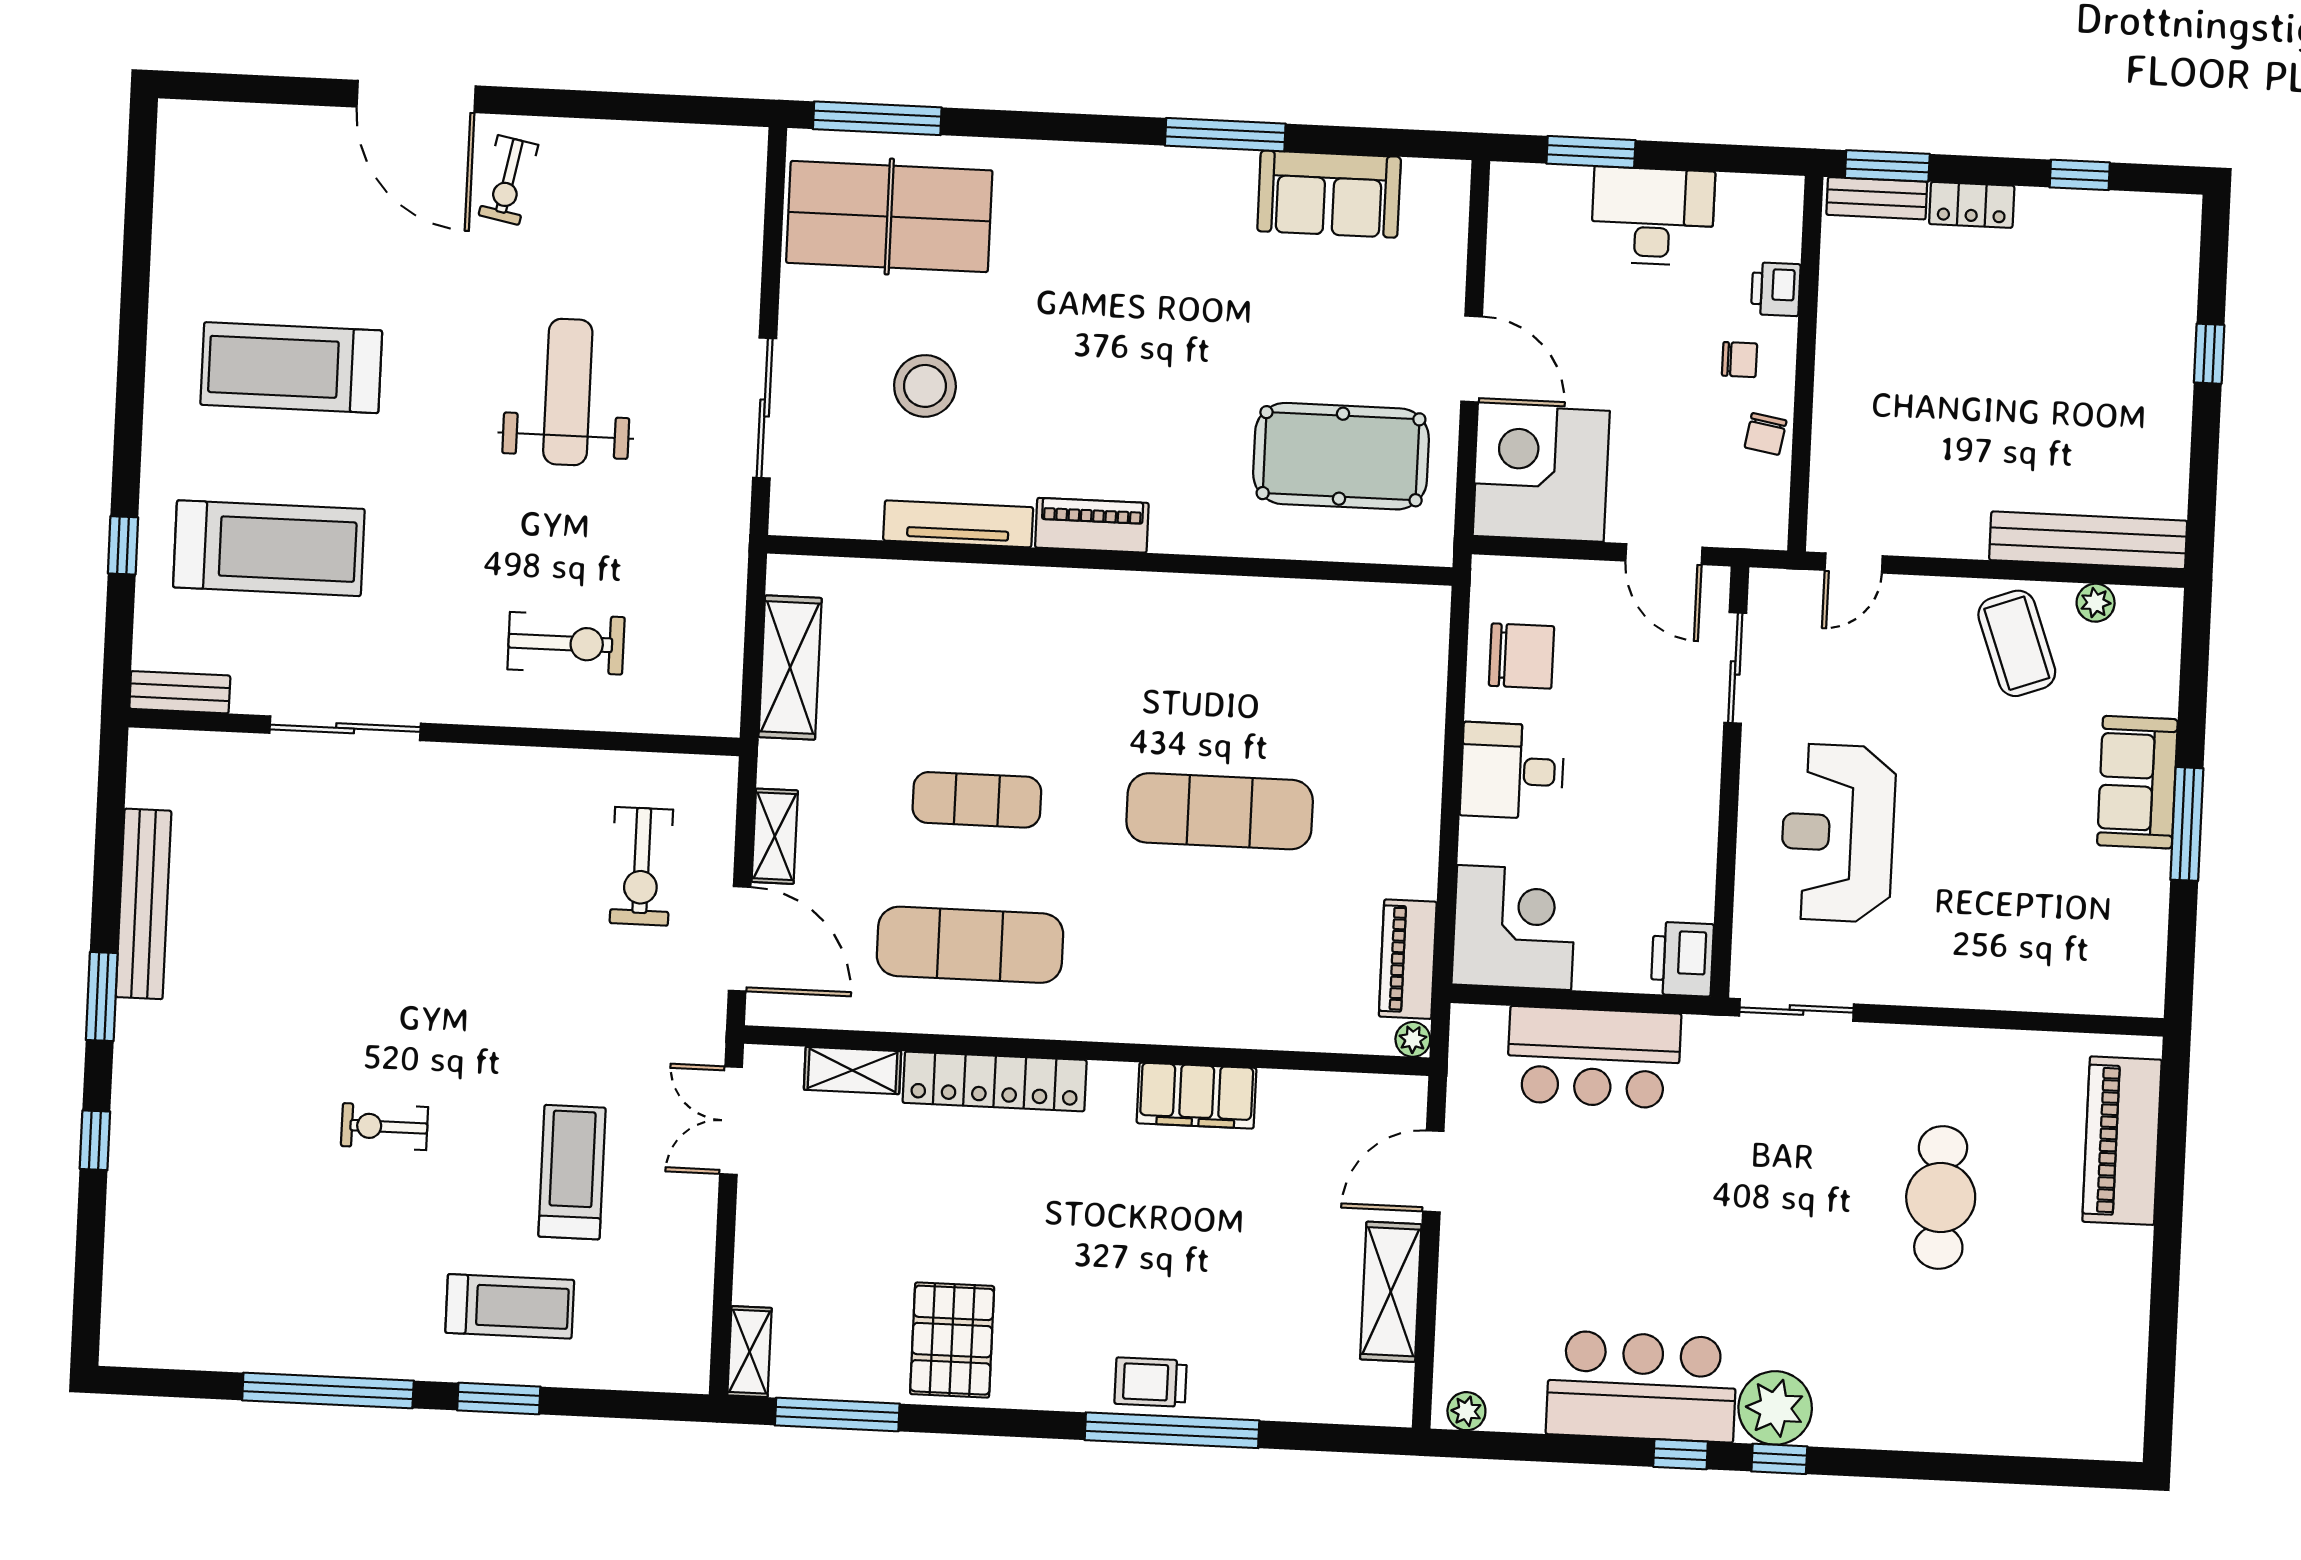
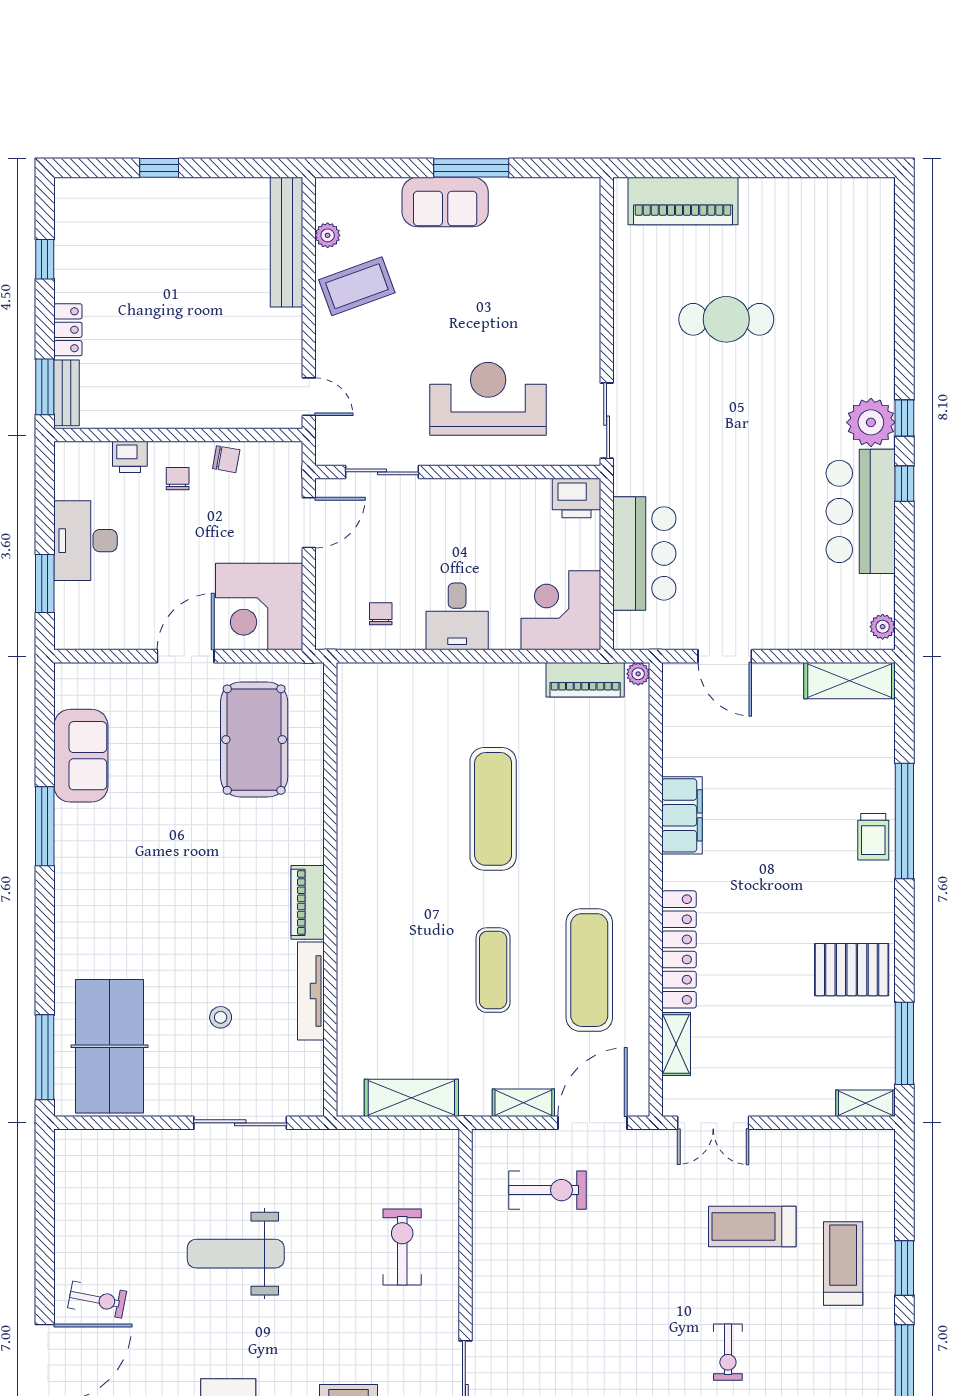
stool: (925, 386) -> (221, 1017), width x0.53, depth x0.53
chair: (1522, 656) -> (381, 614), width x0.54, depth x0.54
reception desk: (1838, 833) -> (488, 399), turned 180
shelving: (1391, 1292) -> (850, 681), moved

